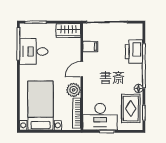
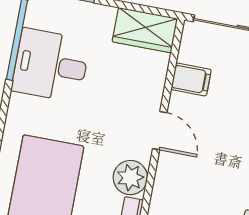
door: (82, 69) -> (160, 131), swing flipped

